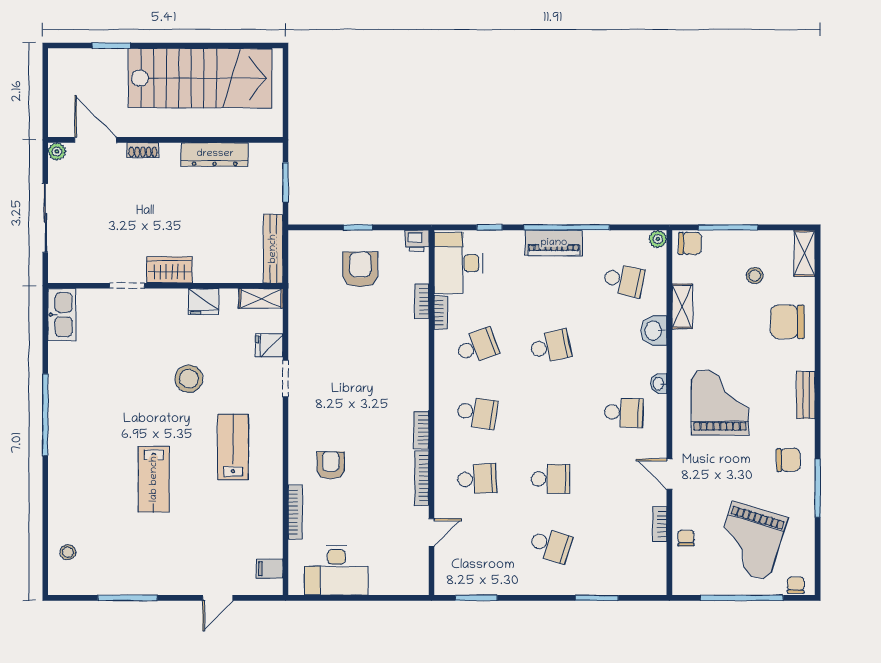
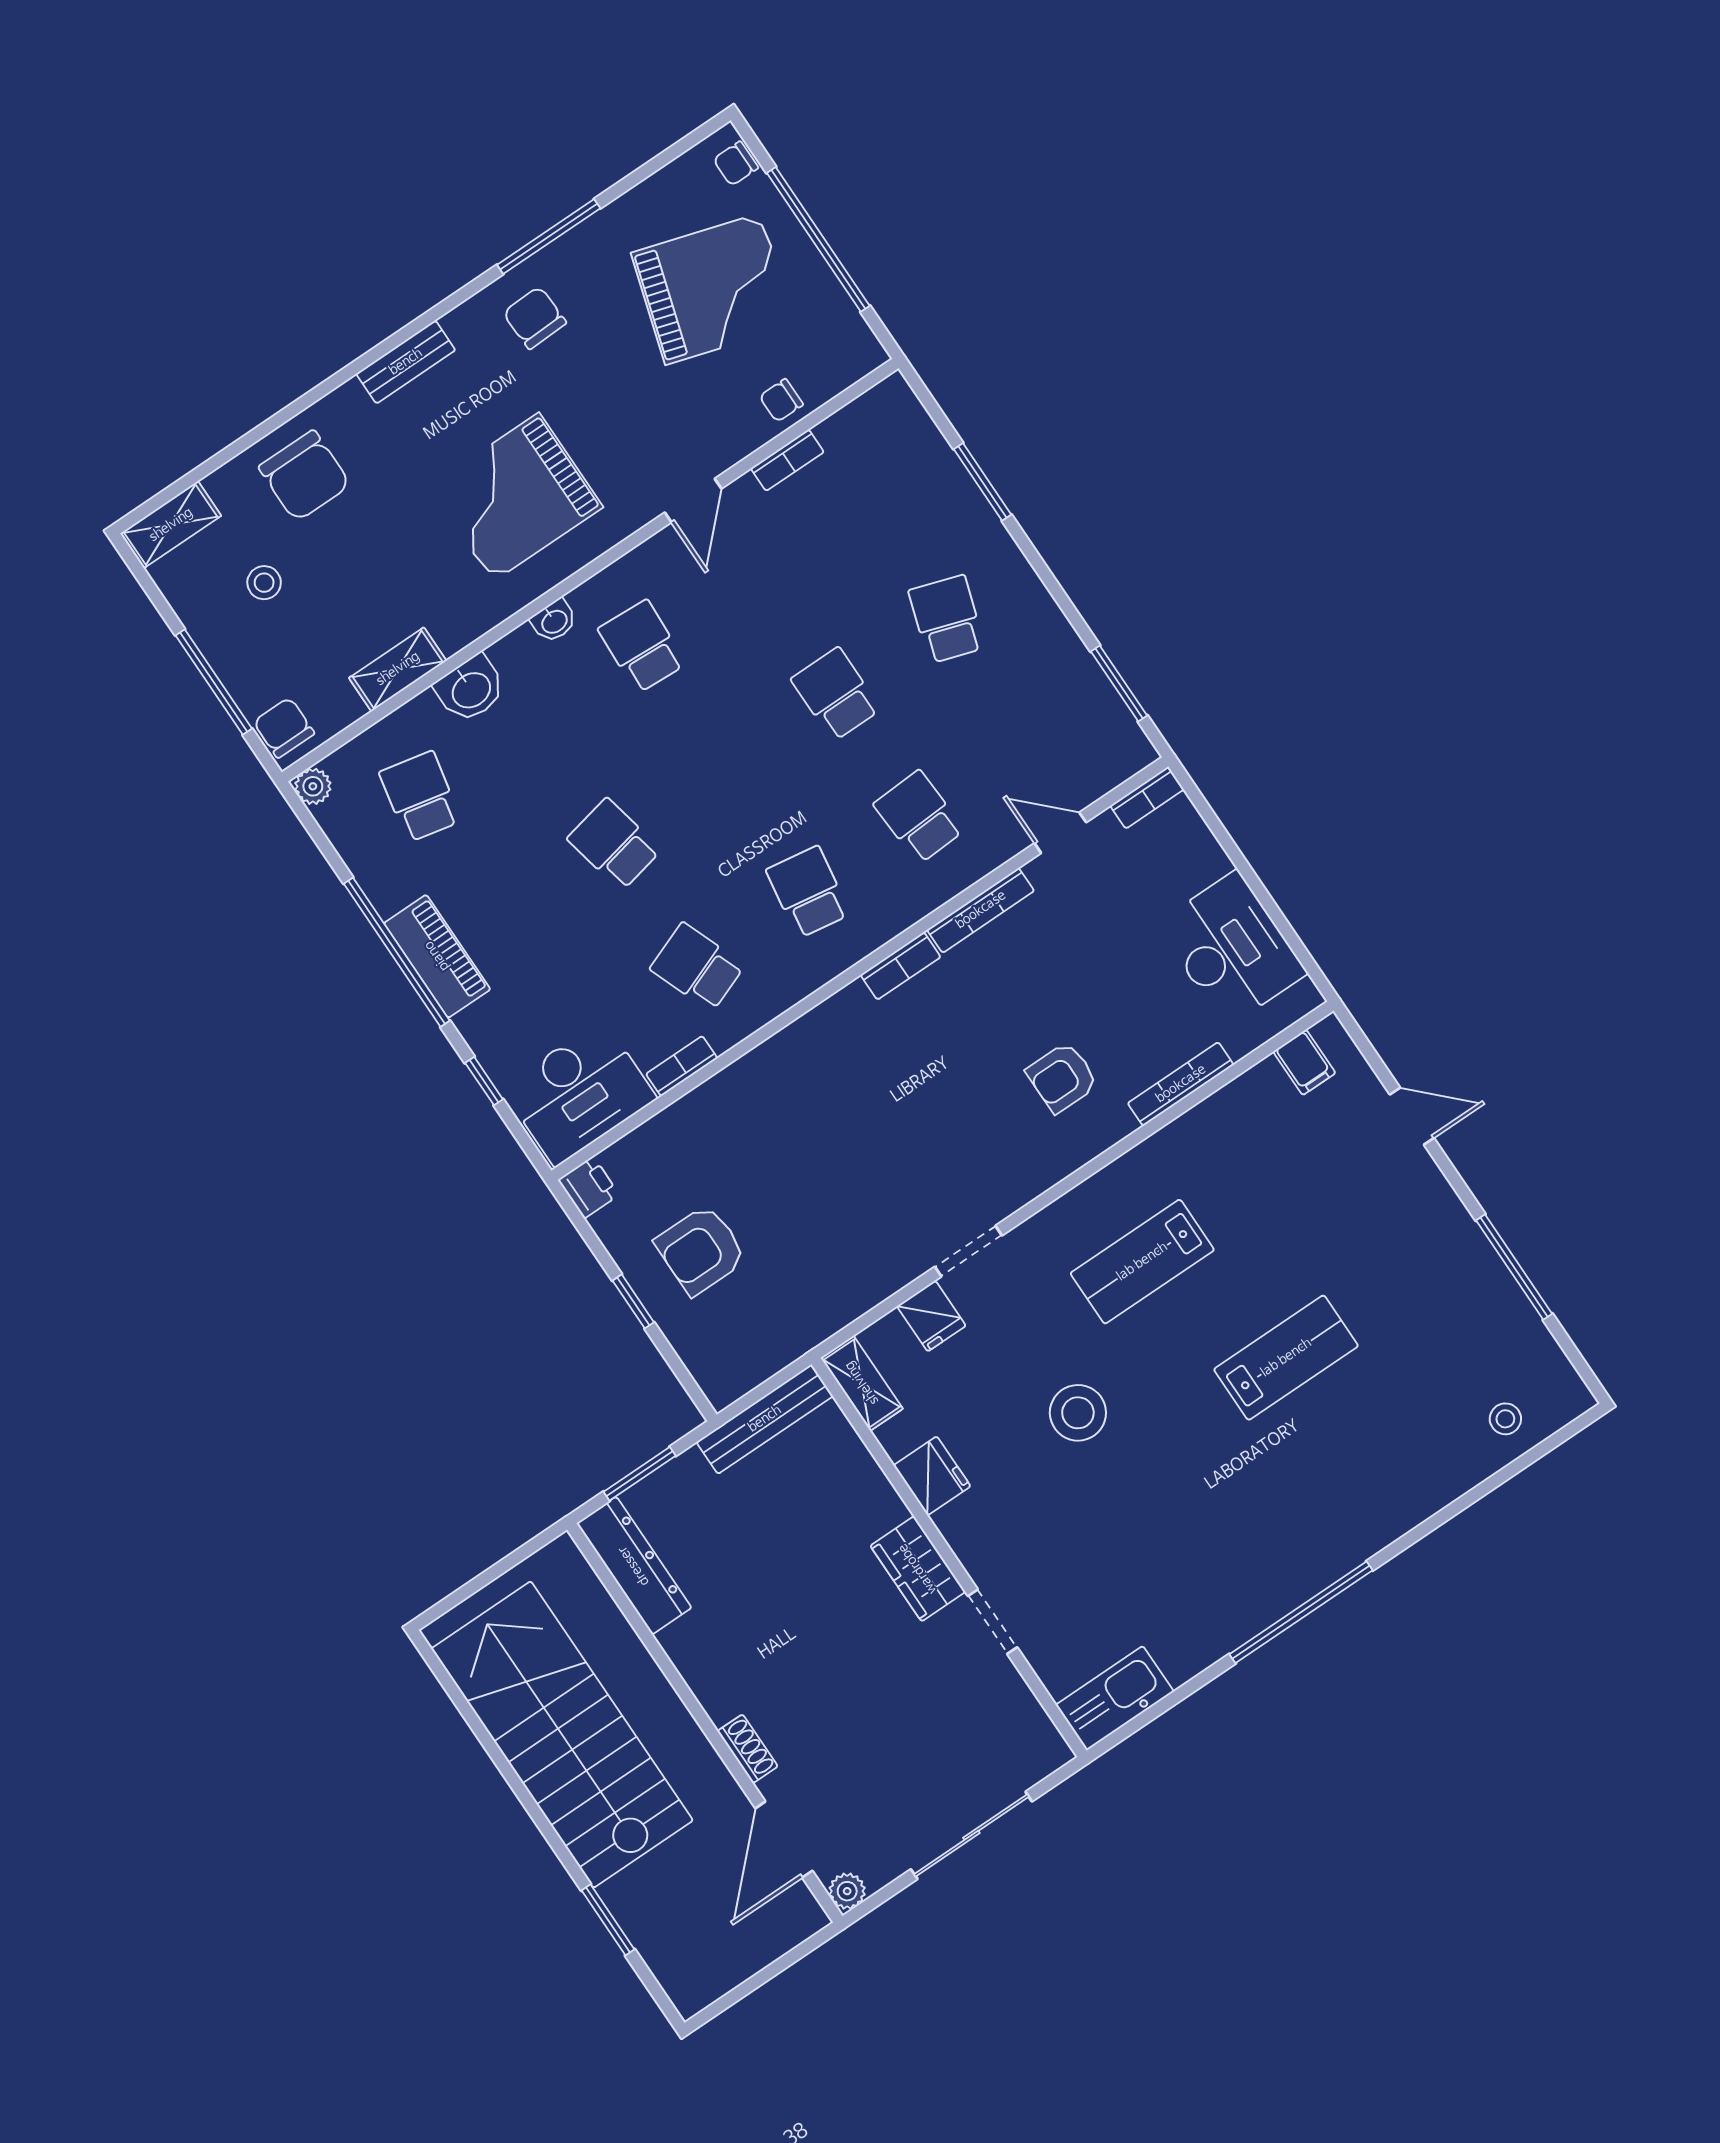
dresser: (215, 154) -> (634, 1566), moved
bookcase: (422, 302) -> (1147, 798), moved

